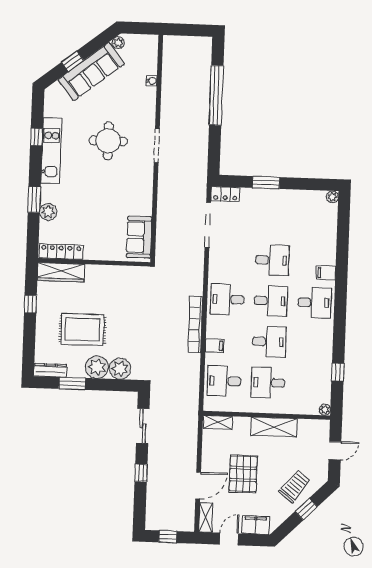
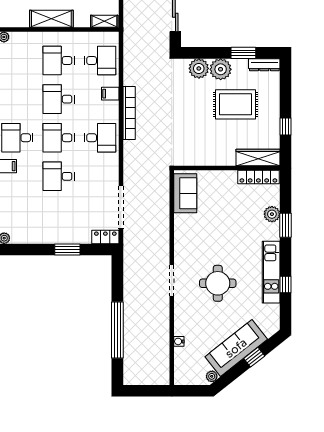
desk: (268, 383) -> (59, 61), turned 180

